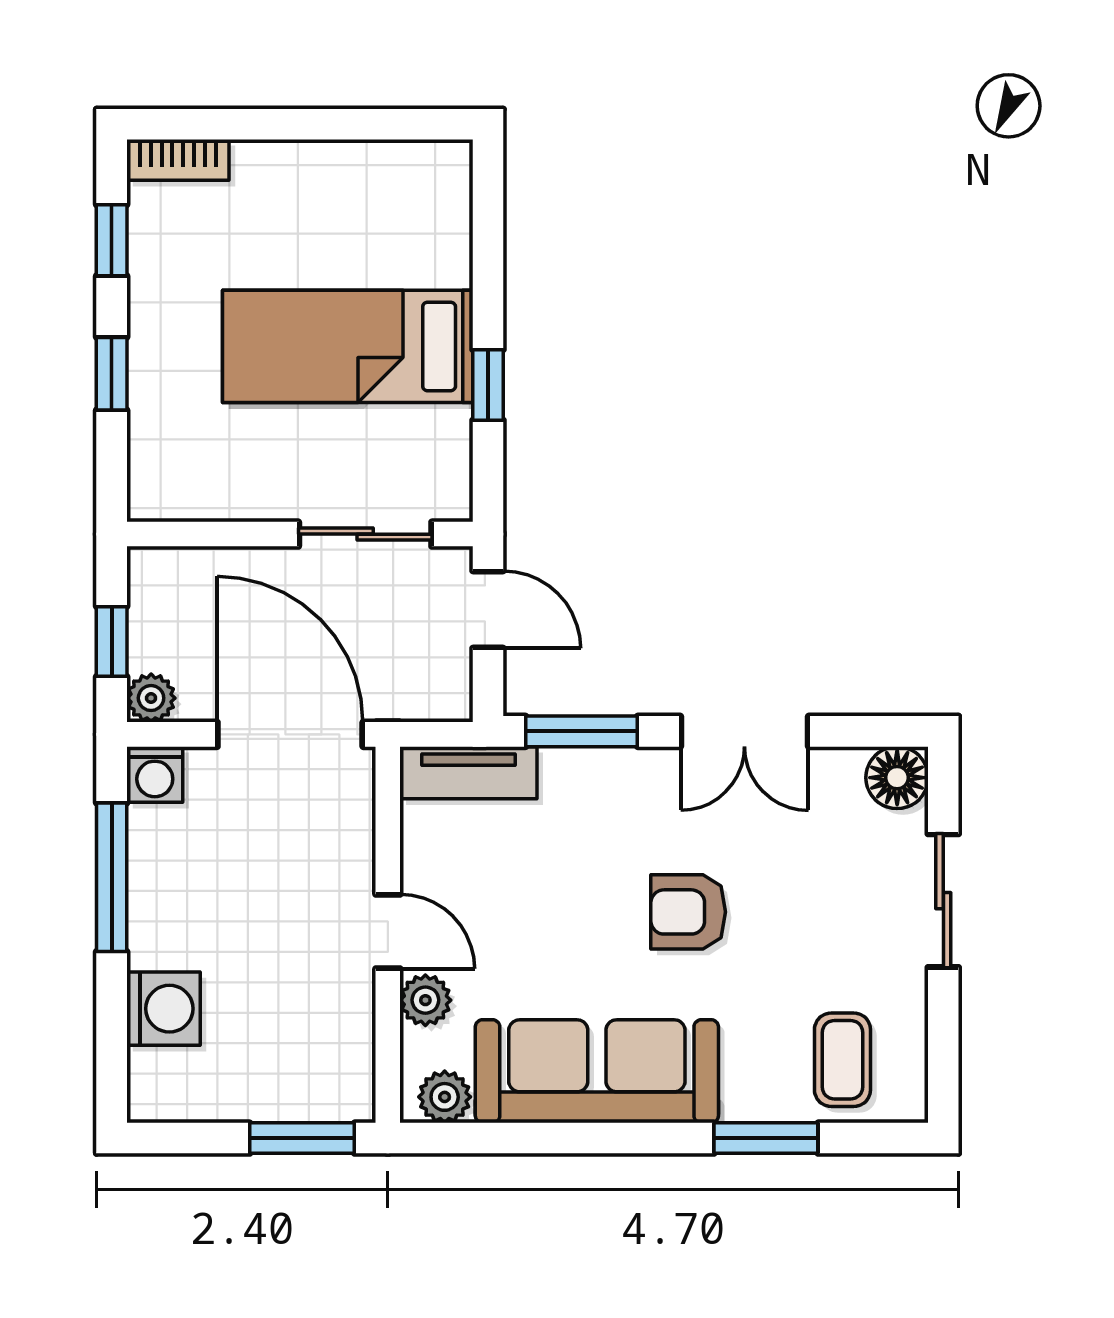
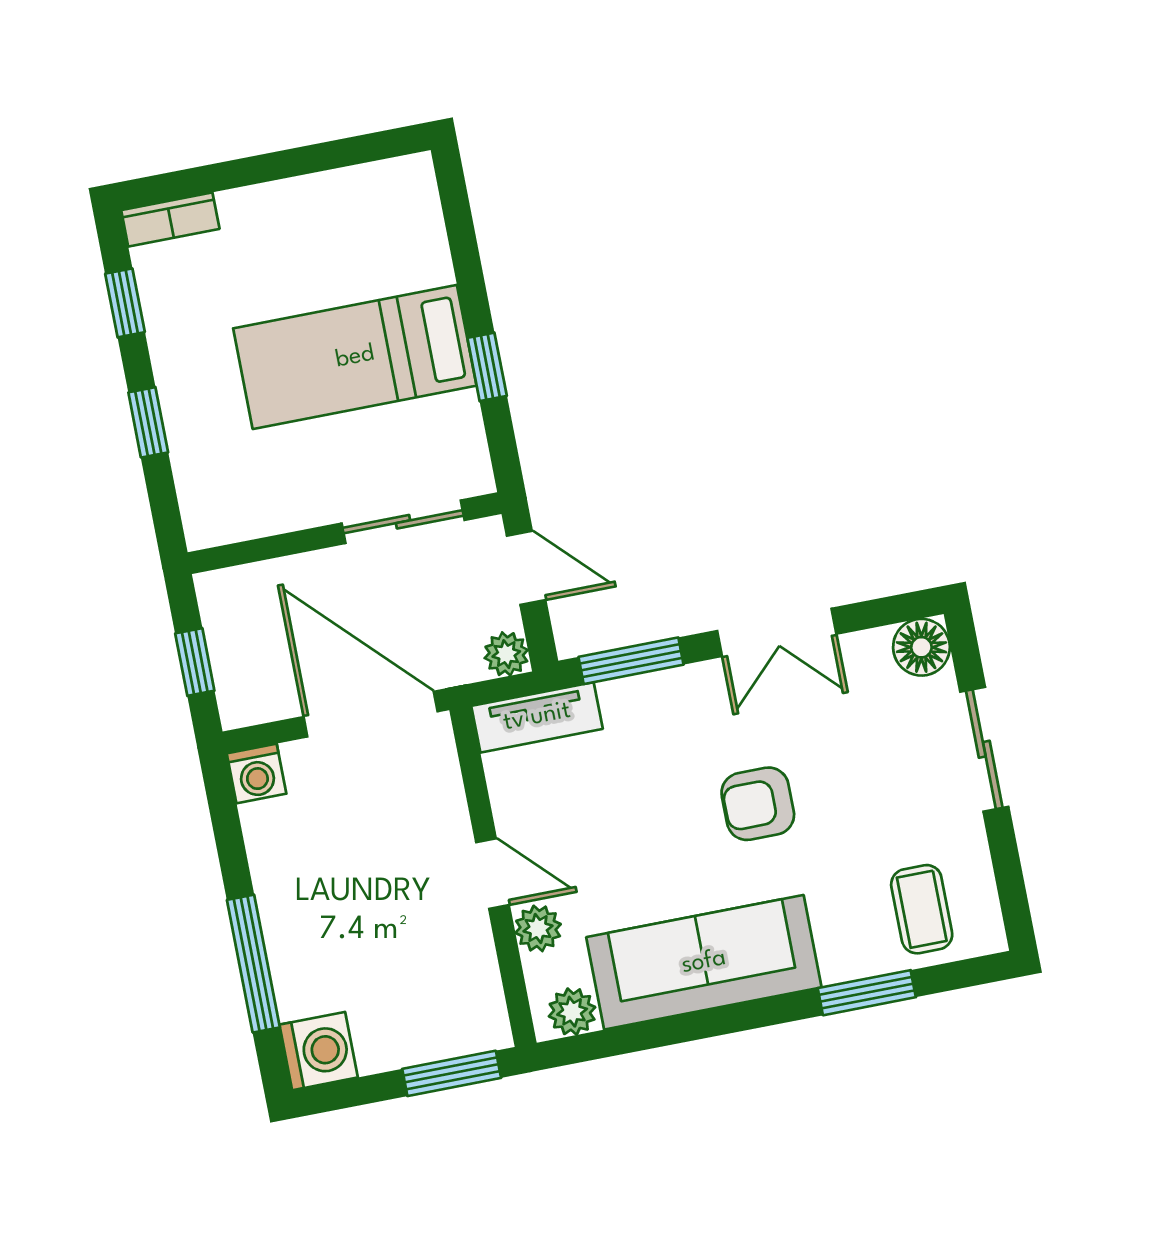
plant: (151, 698) -> (506, 654), moved
window: (112, 877) -> (253, 964), moved
washing machine: (164, 1009) -> (319, 1051), moved

